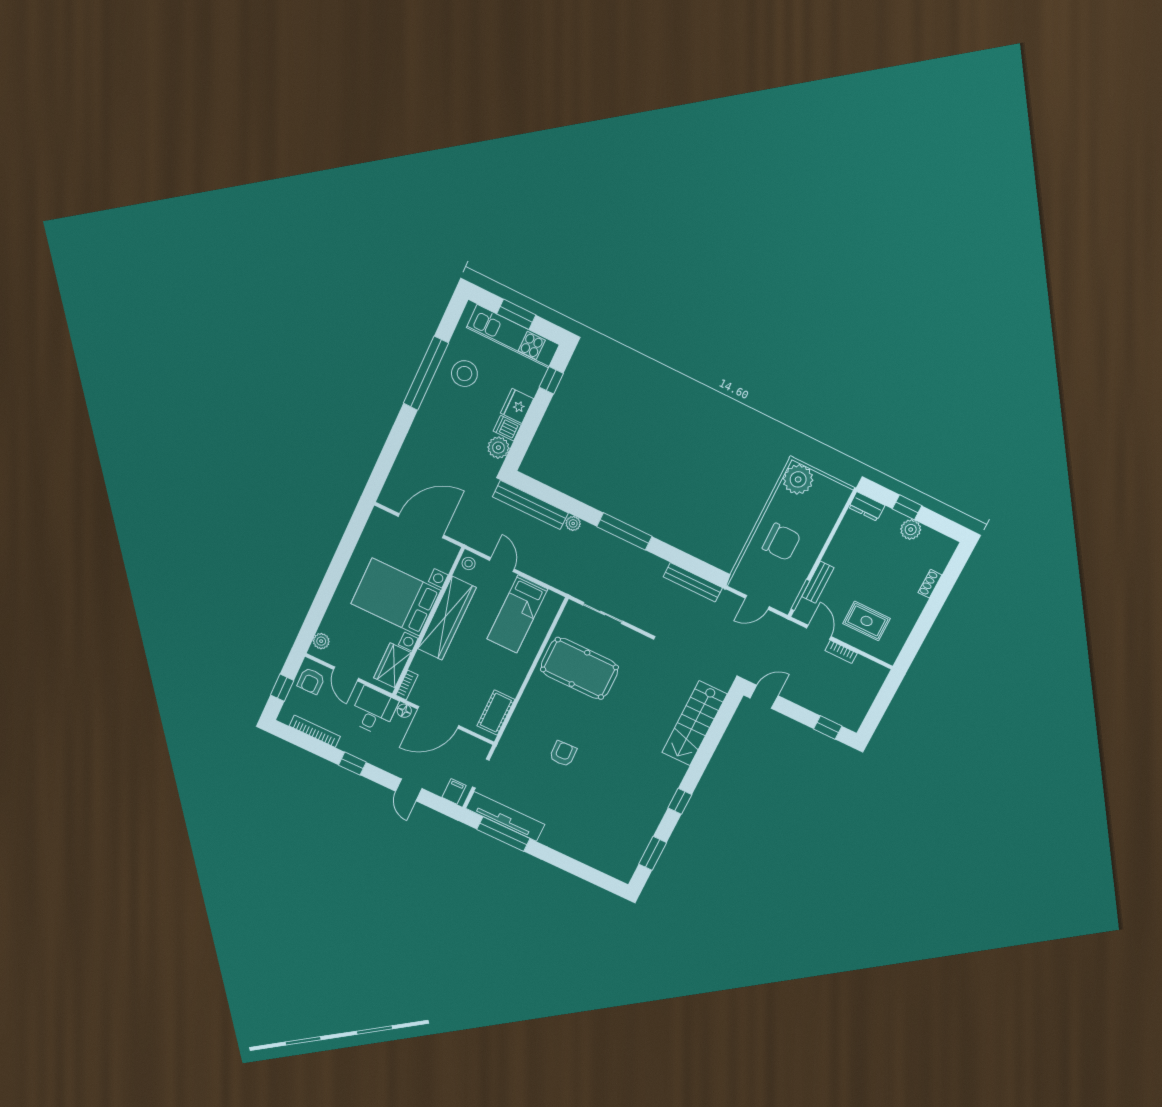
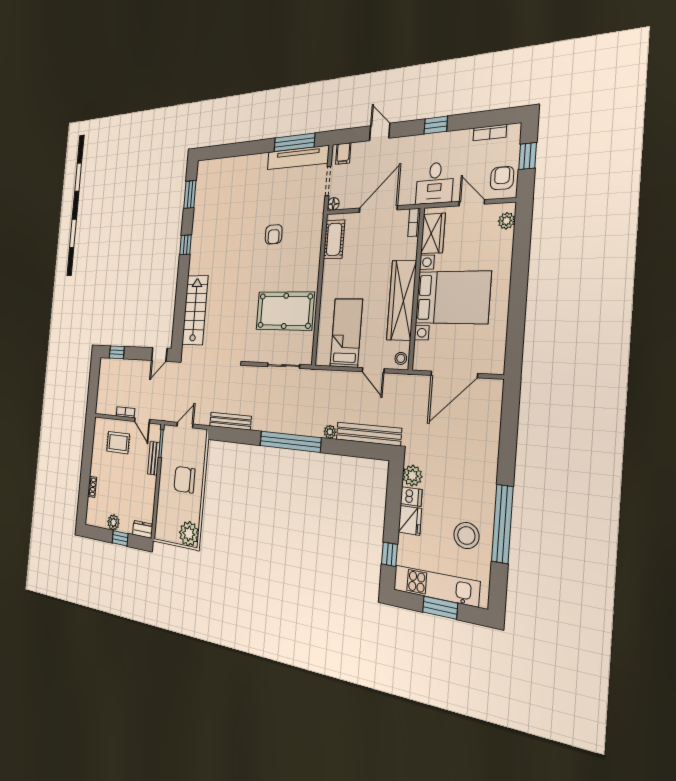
window: (624, 531) -> (290, 442), width x1.46
floor lamp: (404, 711) -> (333, 204), moved
bookcase: (315, 731) -> (490, 133), width x0.64

